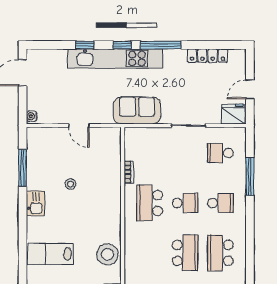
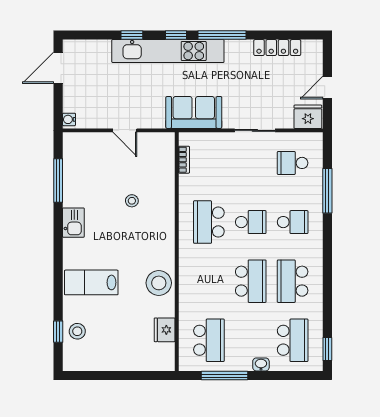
bookcase: (129, 172) -> (184, 160), moved
stool: (71, 184) -> (132, 201), moved

